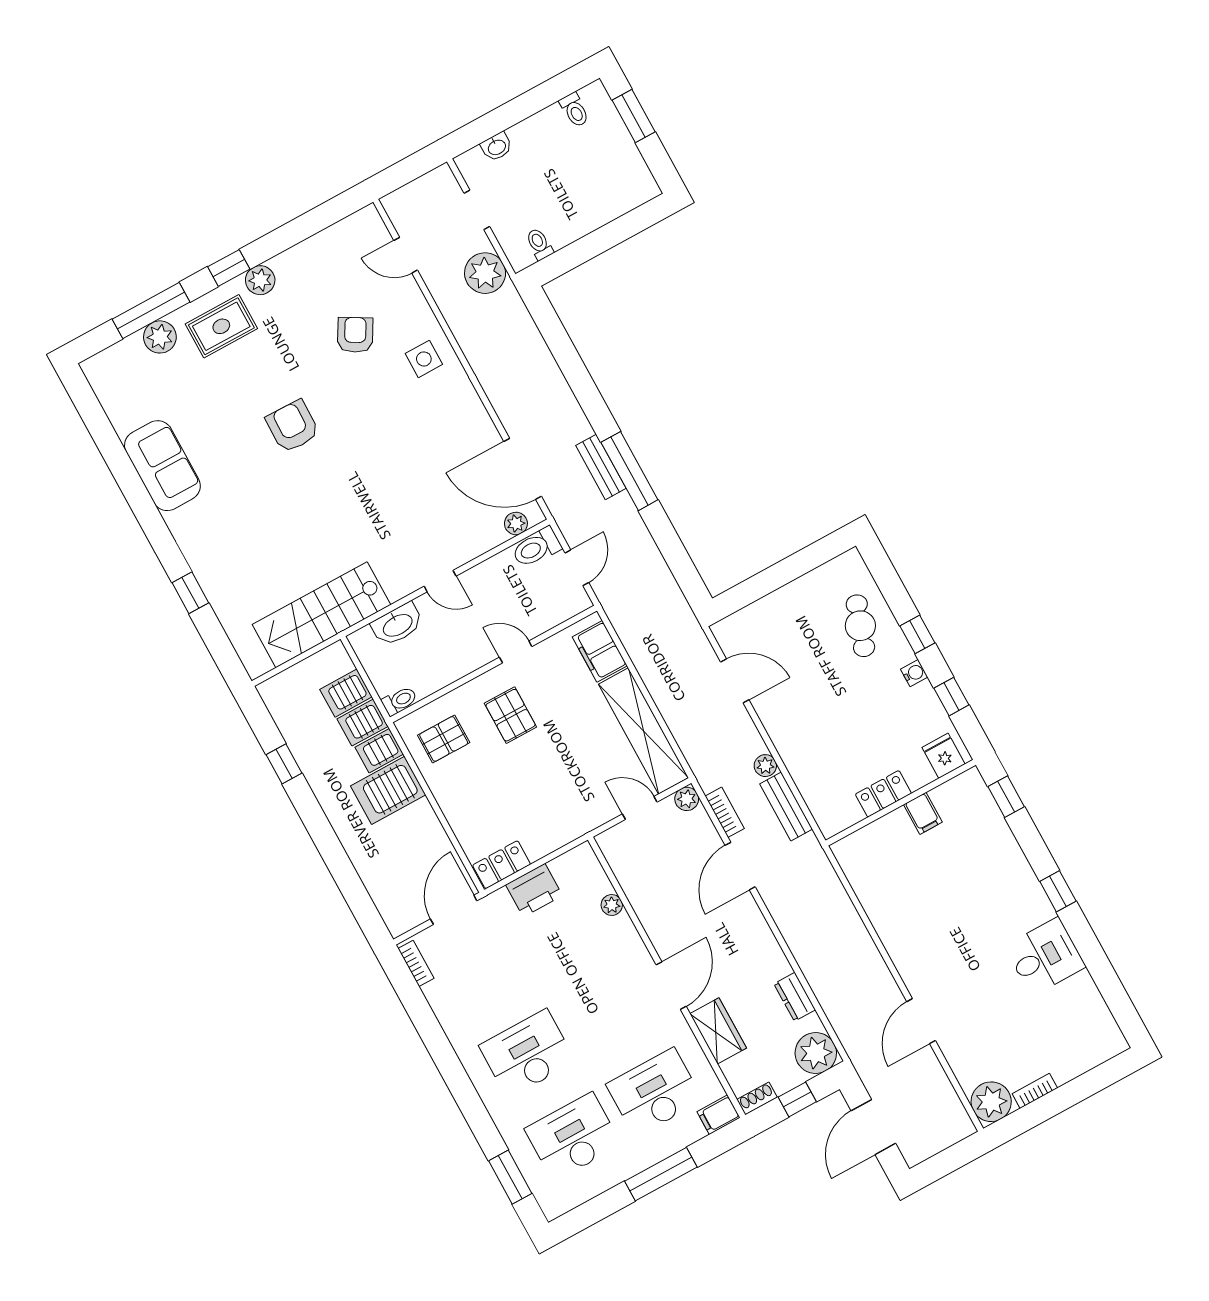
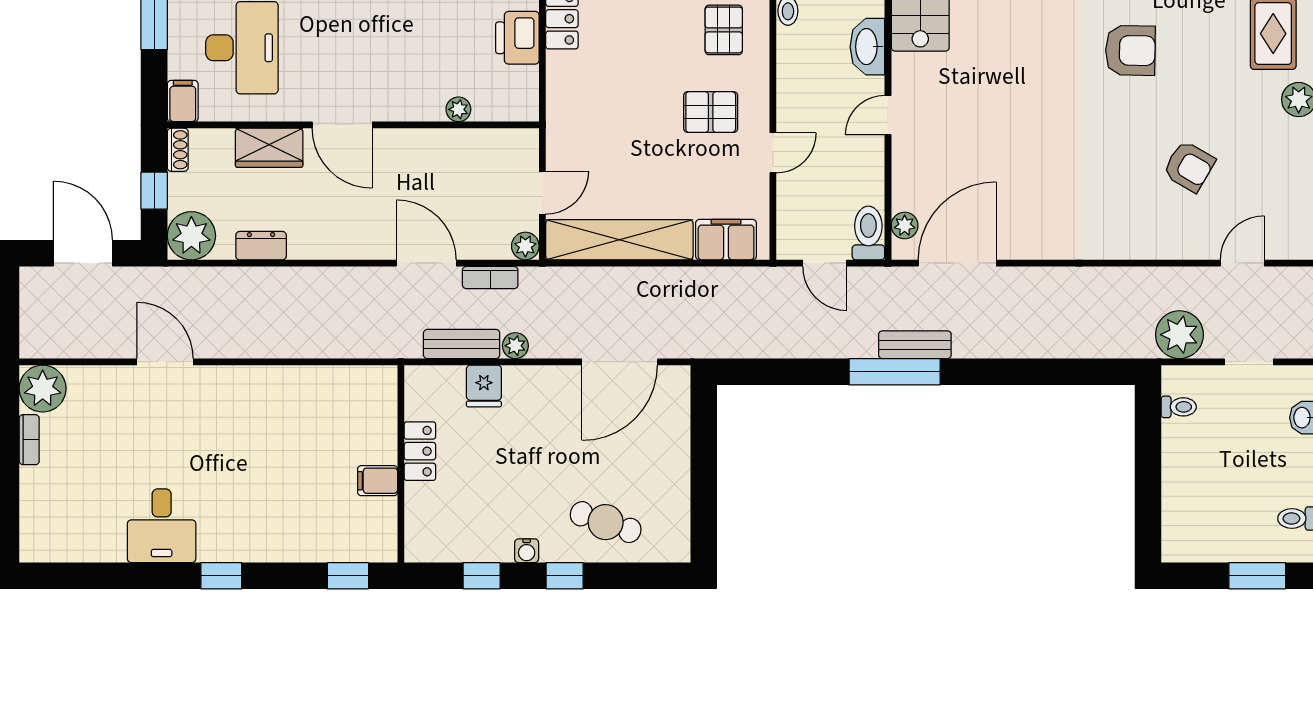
side table: (424, 359) -> (1126, 223), removed
door: (735, 681) -> (620, 362), width x1.36
fridge: (943, 756) -> (484, 386), moved, turned 90

